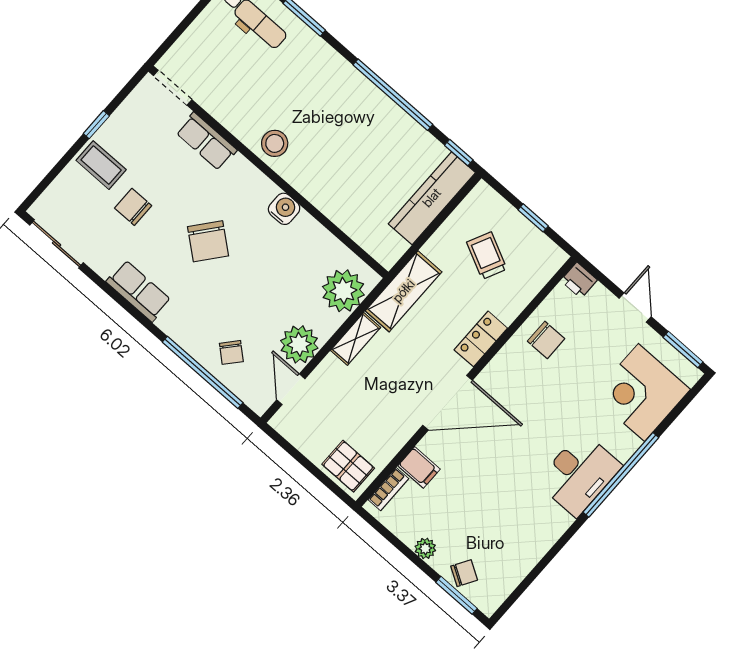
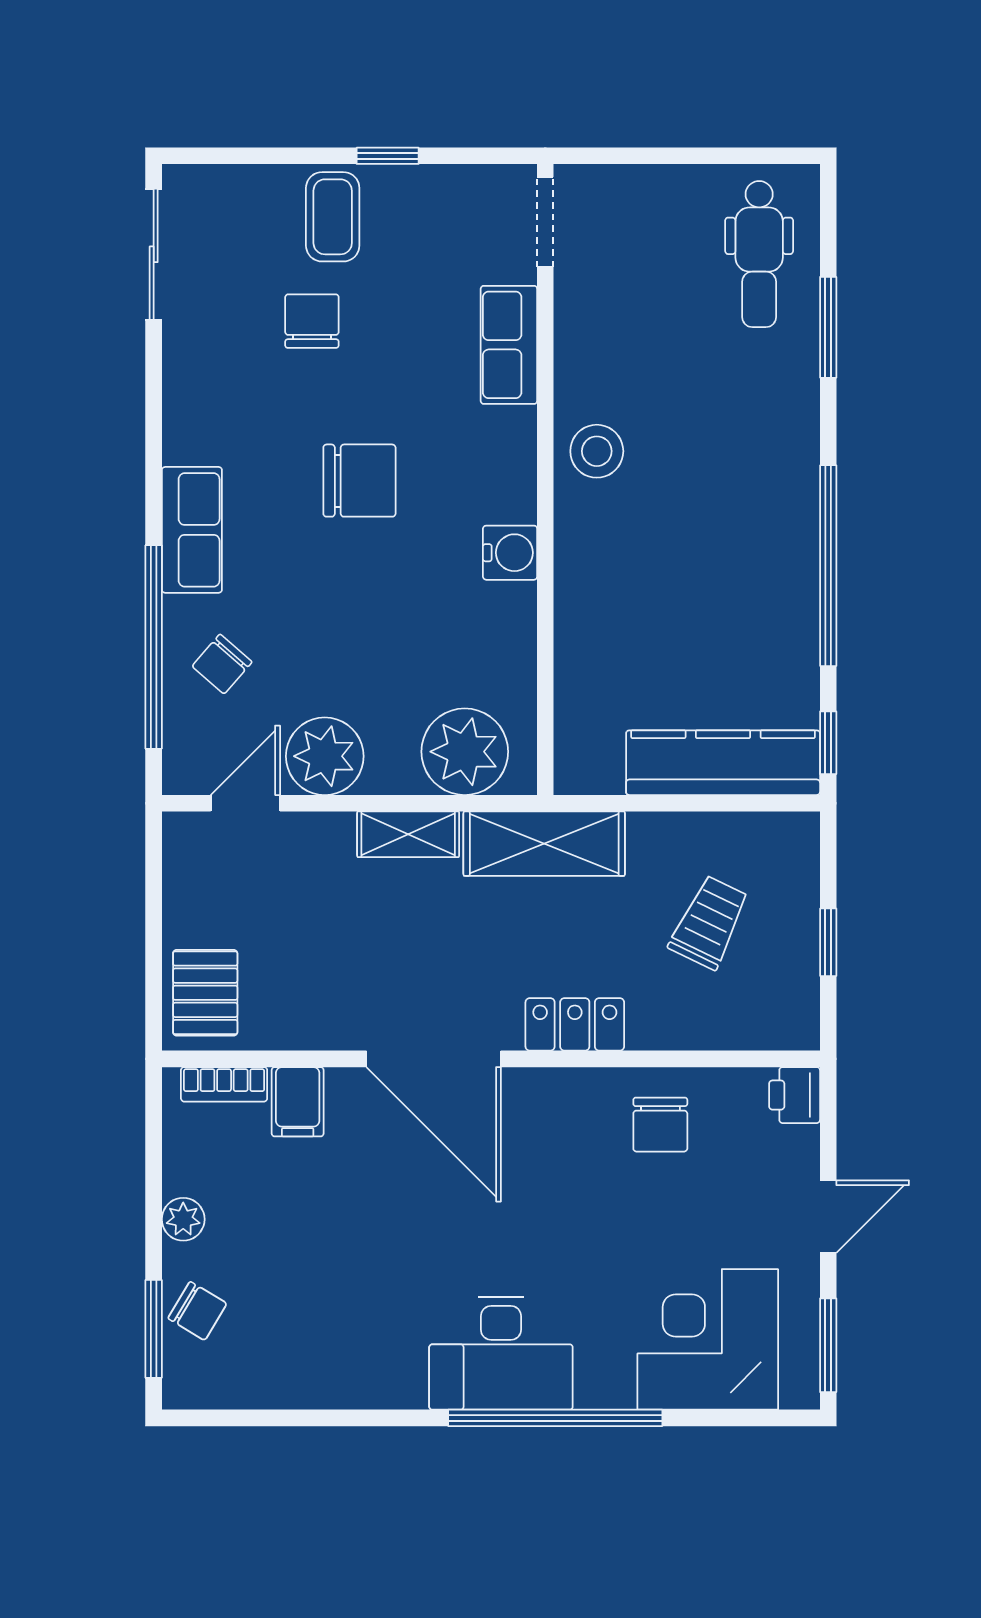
chair: (208, 241) -> (359, 481), turned -129
row of seats: (139, 291) -> (192, 530), moved

